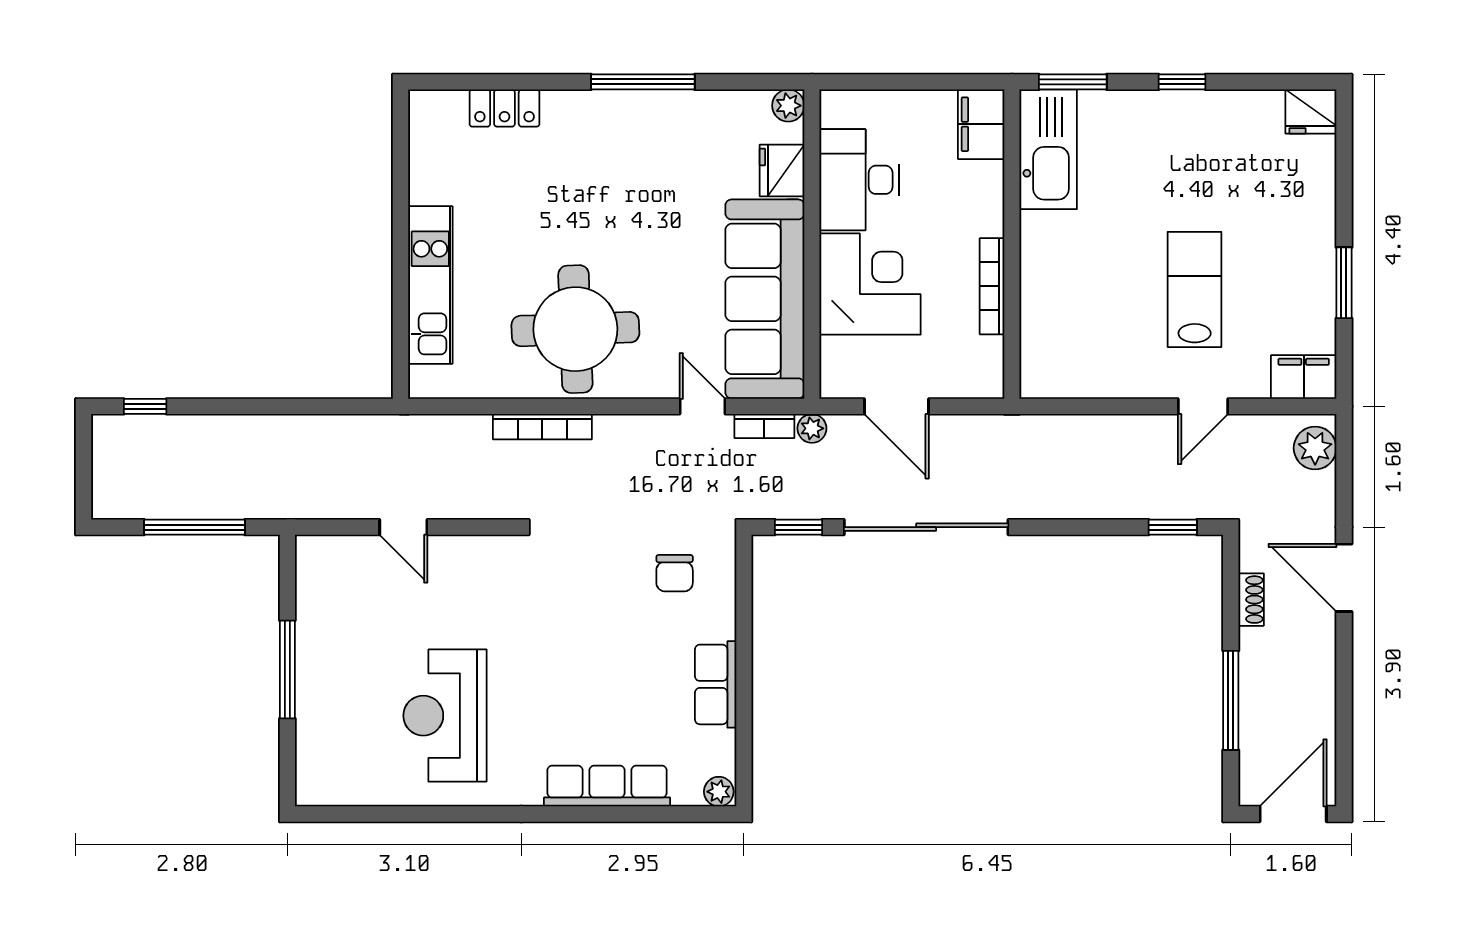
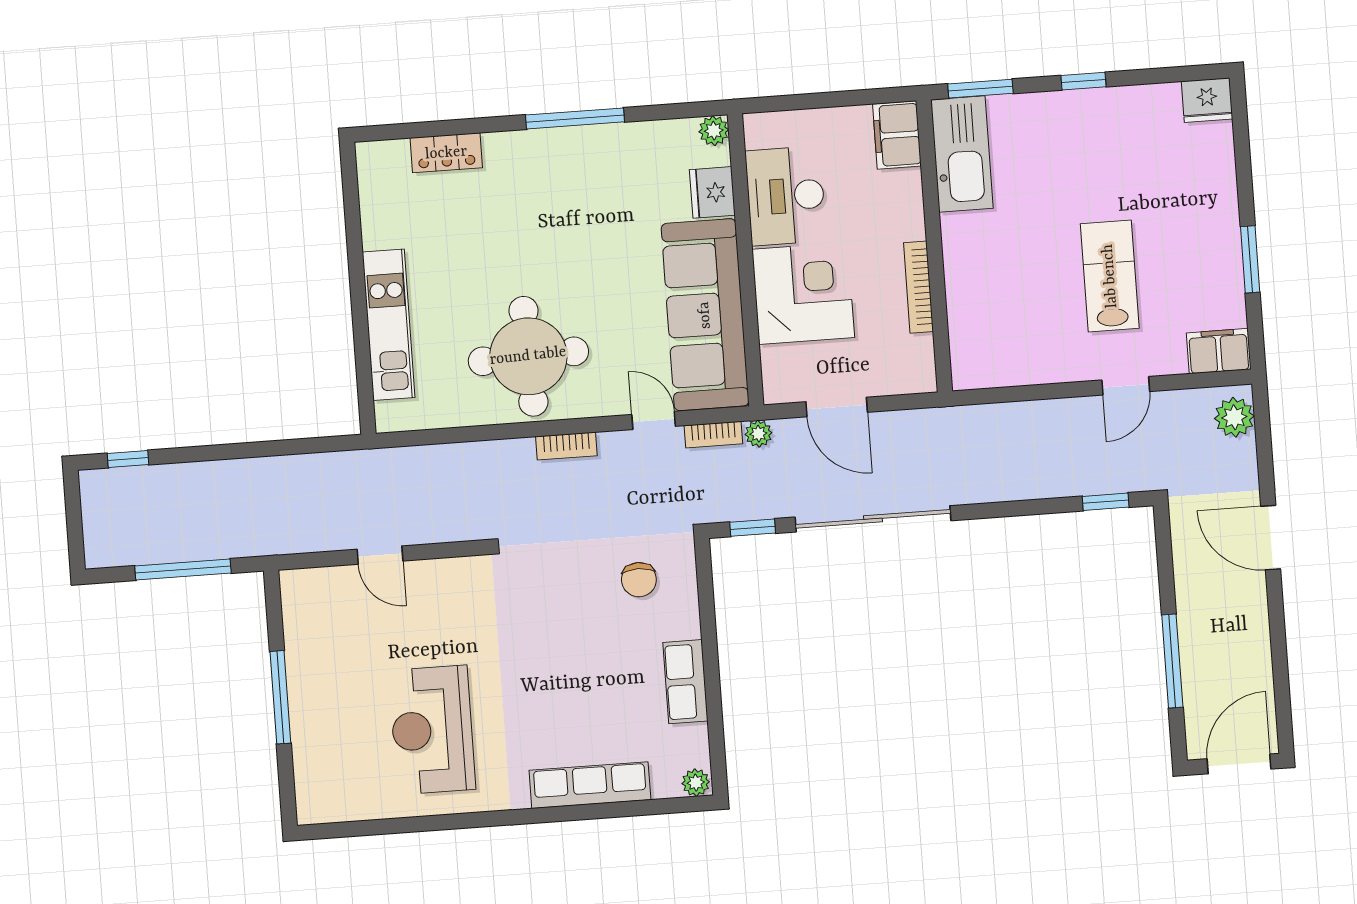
bookcase: (542, 427) -> (566, 446), moved, width x0.64
shoe rack: (1251, 600) -> (1184, 565), removed

